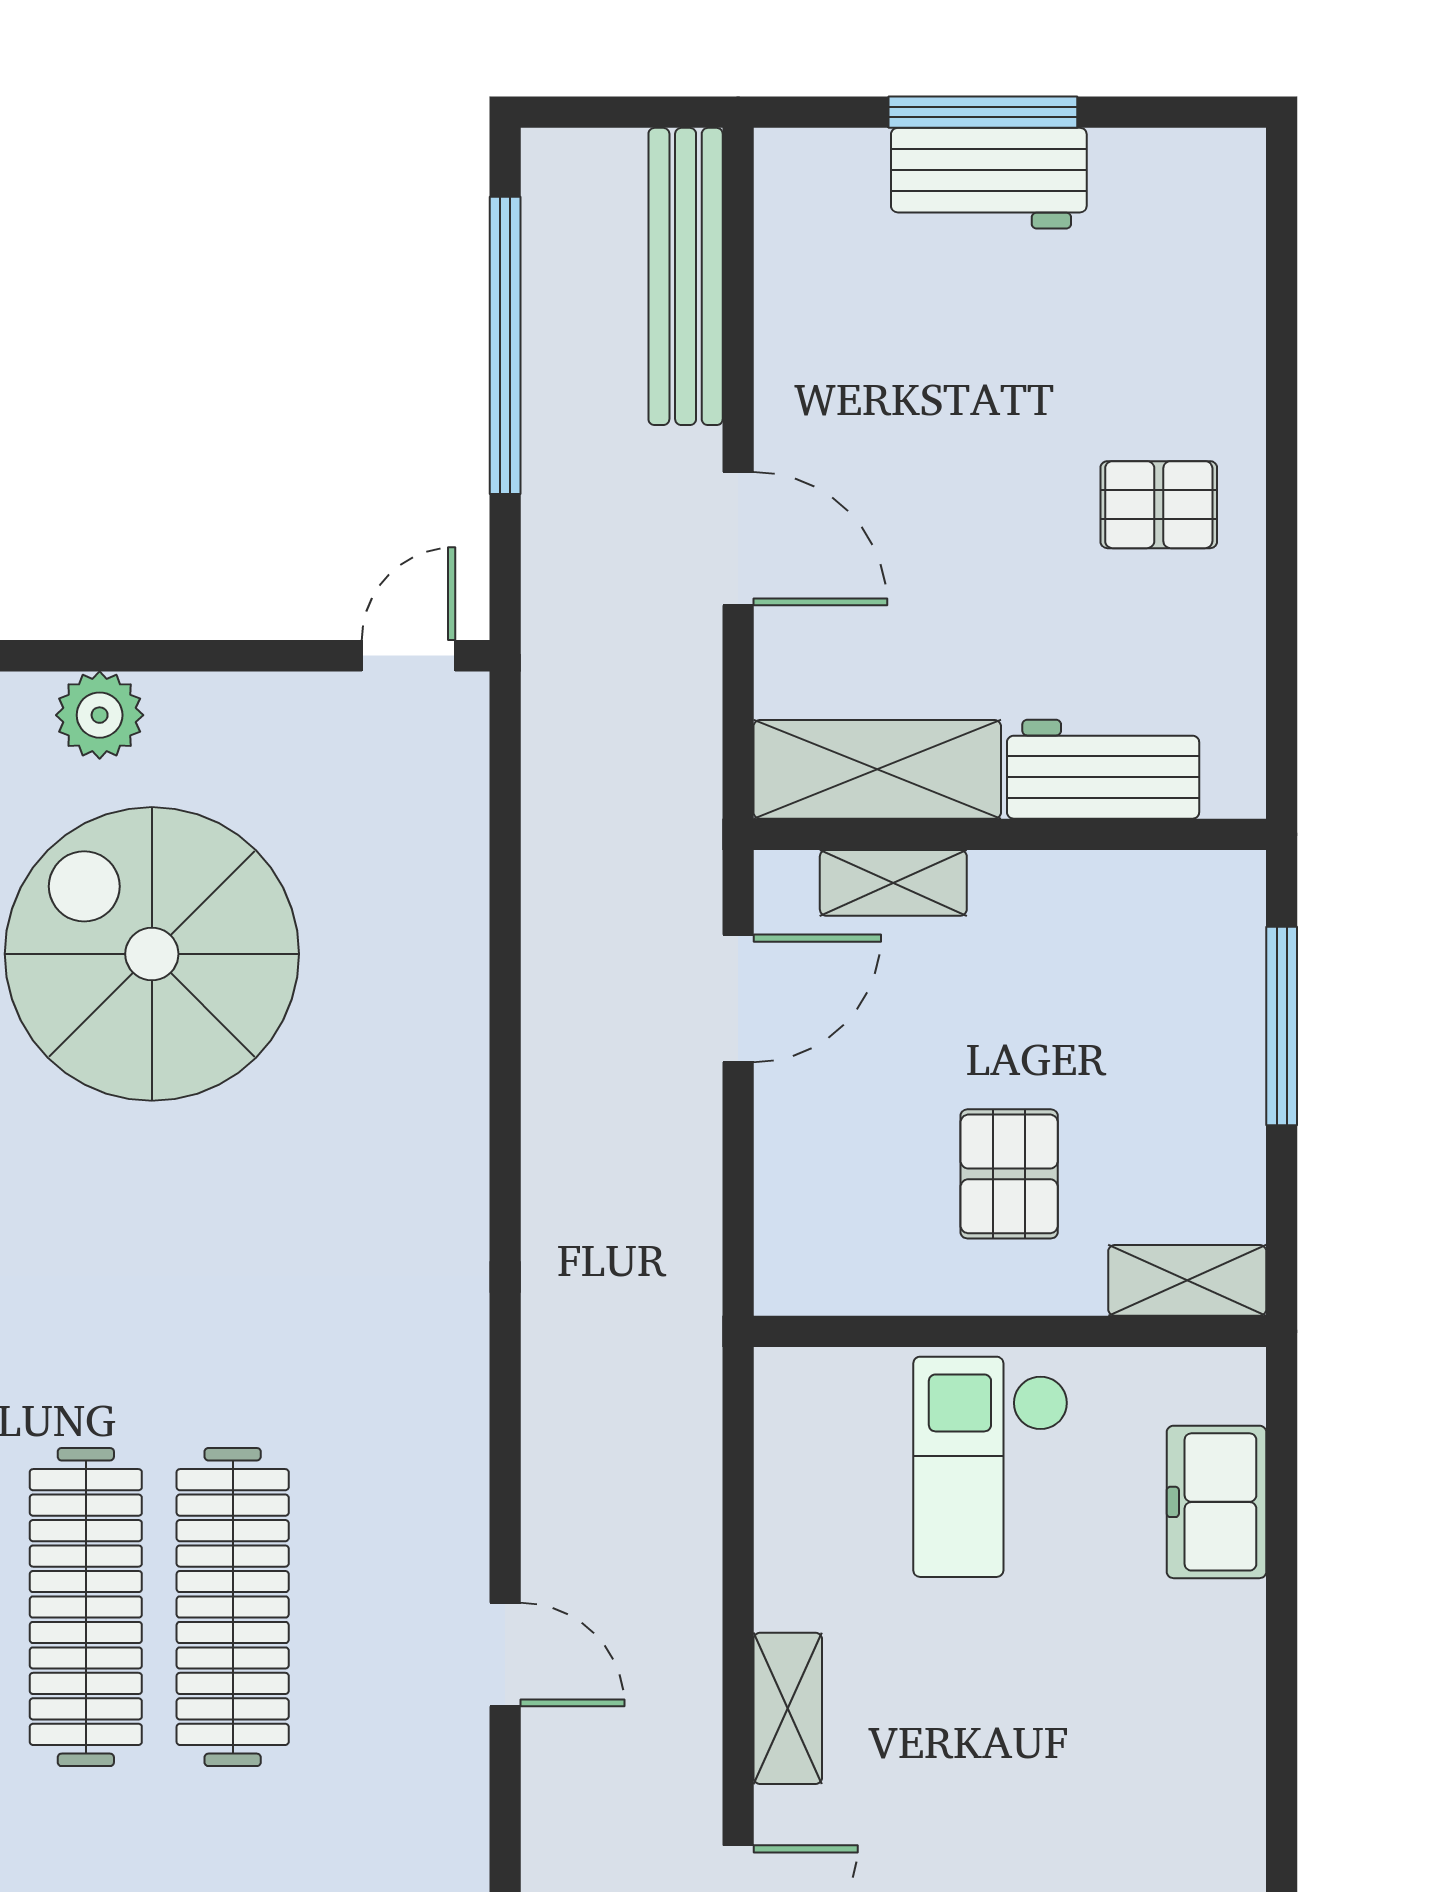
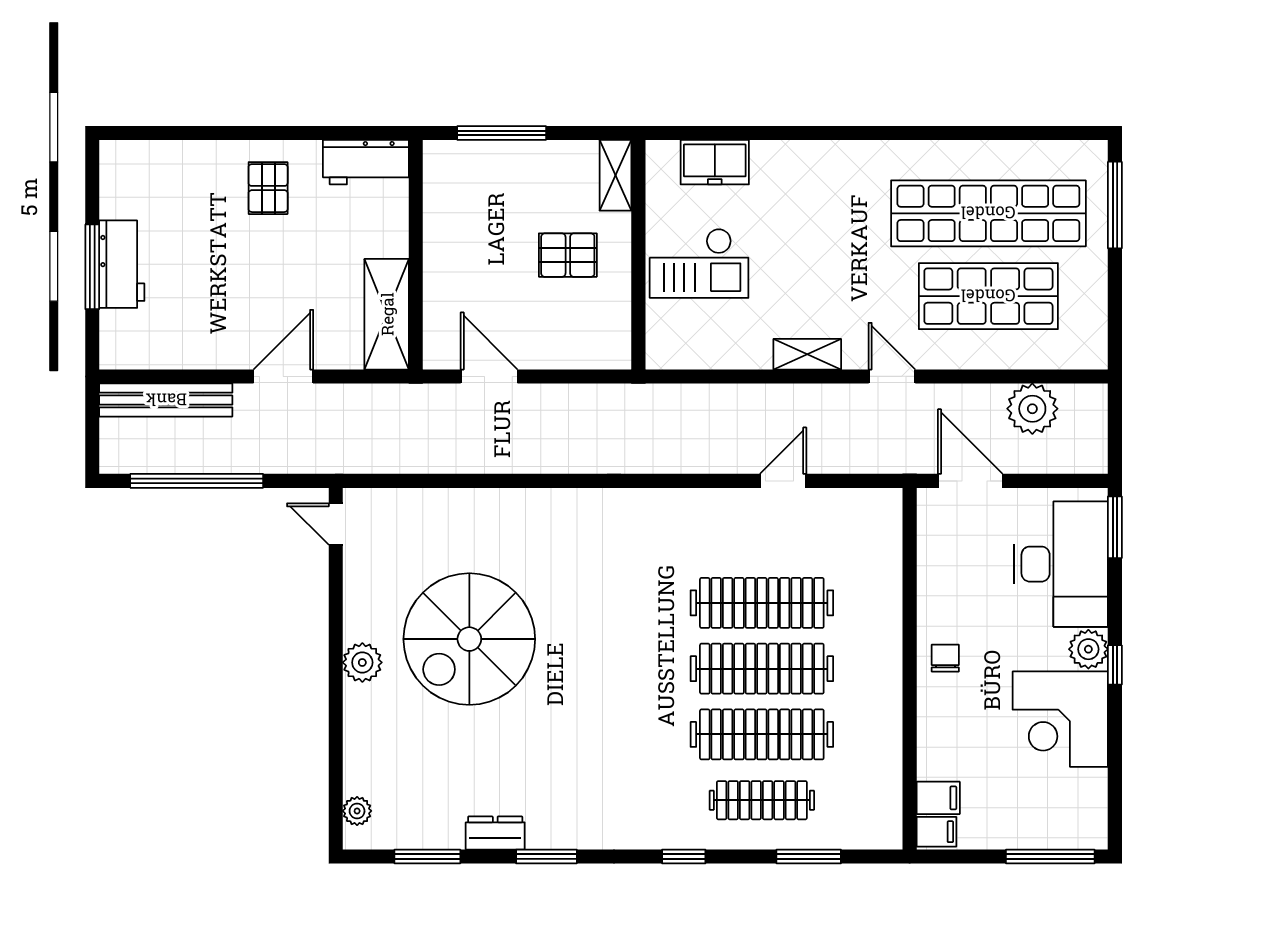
workbench: (1103, 769) -> (366, 162), moved, turned -90
shelving: (893, 883) -> (437, 307), removed

